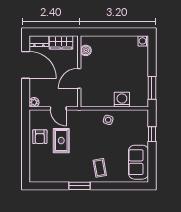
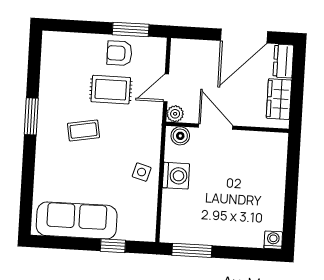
boiler: (86, 50) -> (180, 136), moved
washing machine: (122, 100) -> (176, 176), moved
plant: (34, 102) -> (175, 114), moved
window: (26, 131) -> (131, 29), added
sofa: (139, 162) -> (77, 220), width x1.36
coffee table: (100, 168) -> (84, 130), moved

